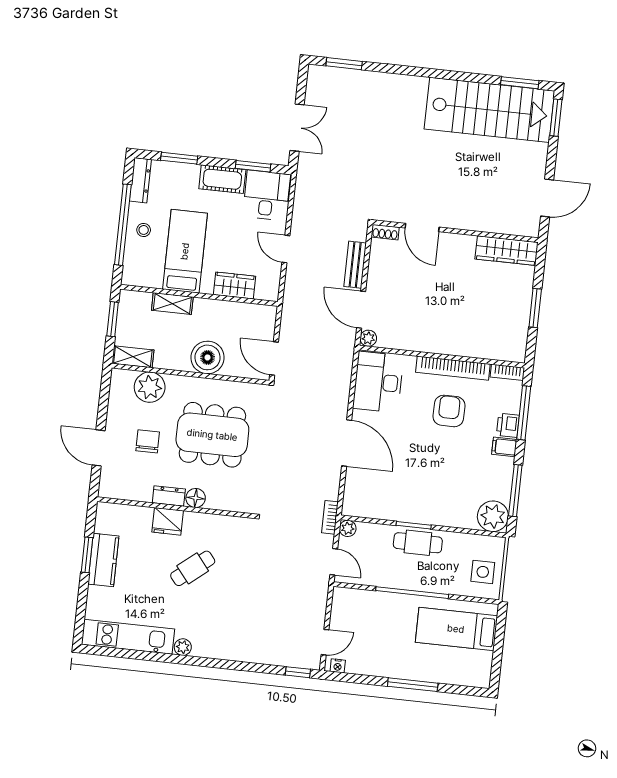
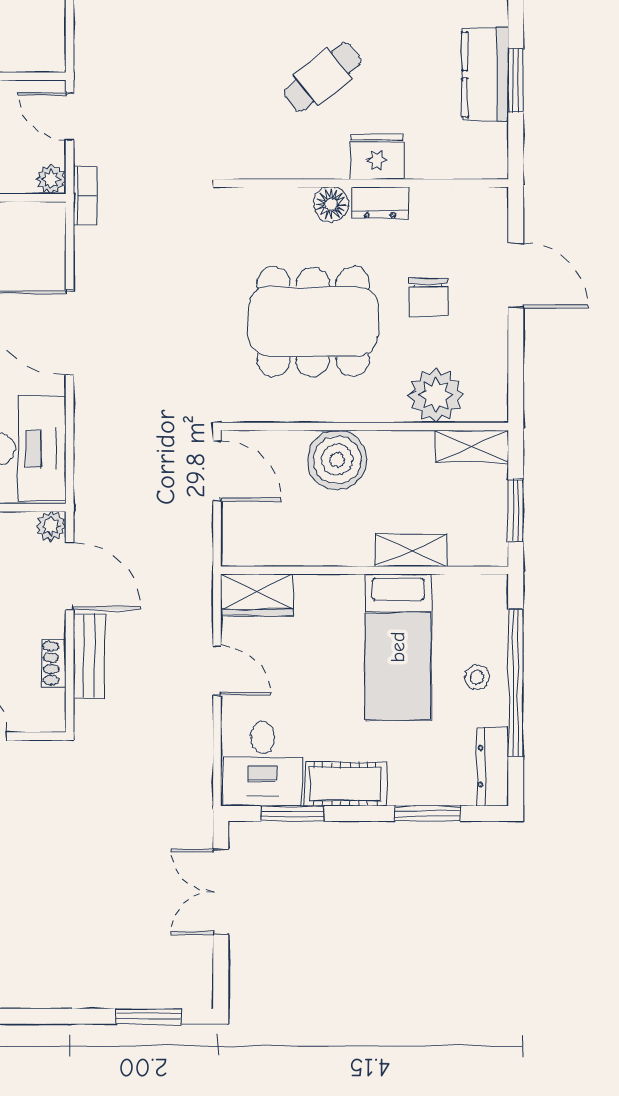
shoe rack: (385, 232) -> (54, 663), moved, turned -90
wardrobe: (234, 285) -> (257, 595), moved

